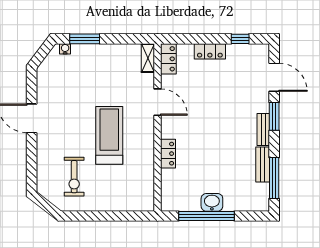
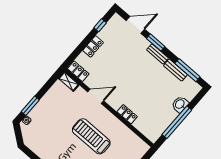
washbasin: (212, 202) -> (180, 104), moved

